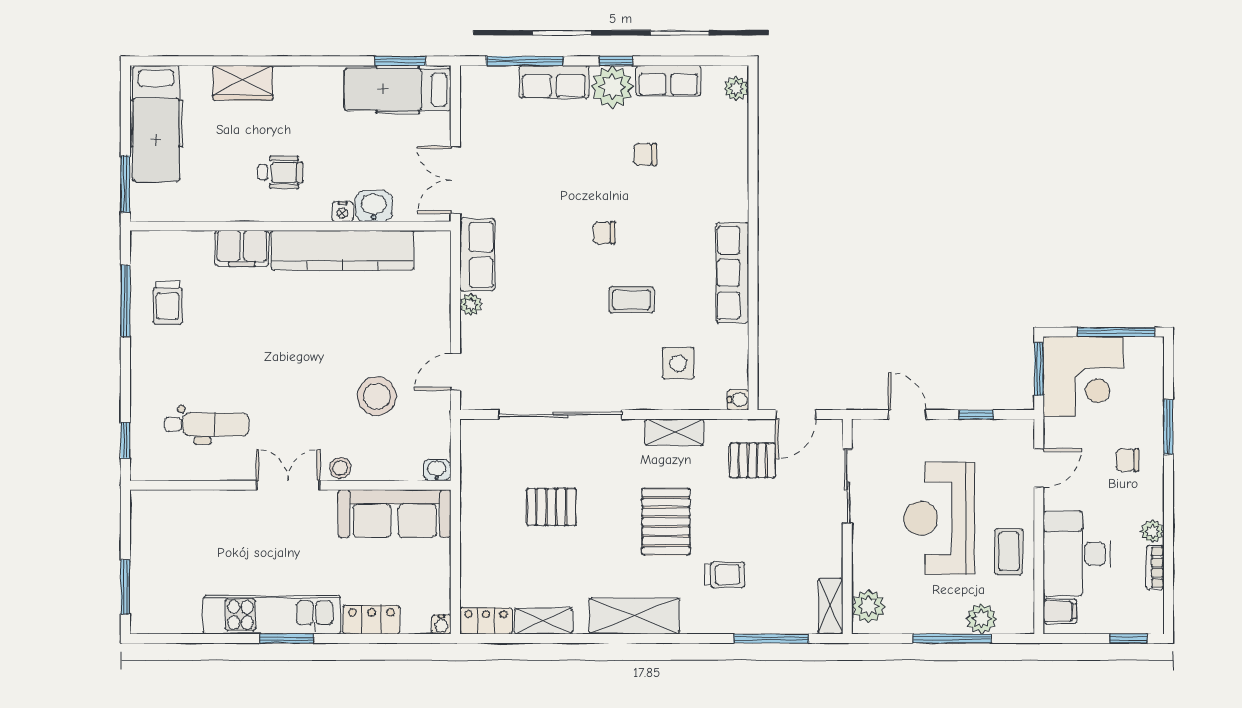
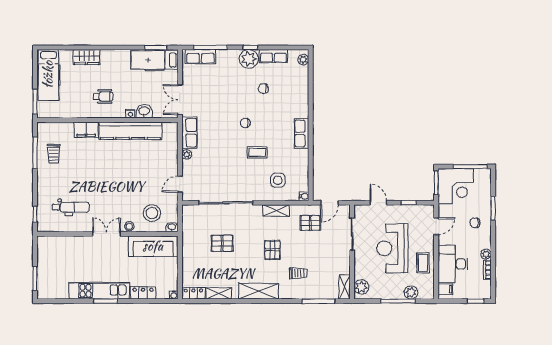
row of seats: (554, 82) -> (200, 57), moved
row of seats: (732, 273) -> (302, 133), width x0.68
stool: (377, 396) -> (152, 213), moved
pallet: (666, 522) -> (272, 250), width x0.67, depth x0.71

